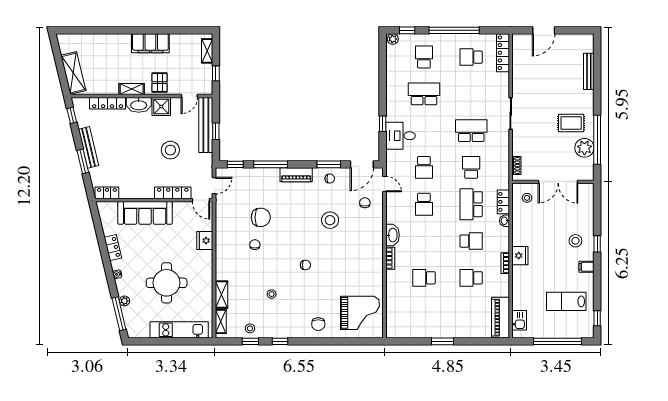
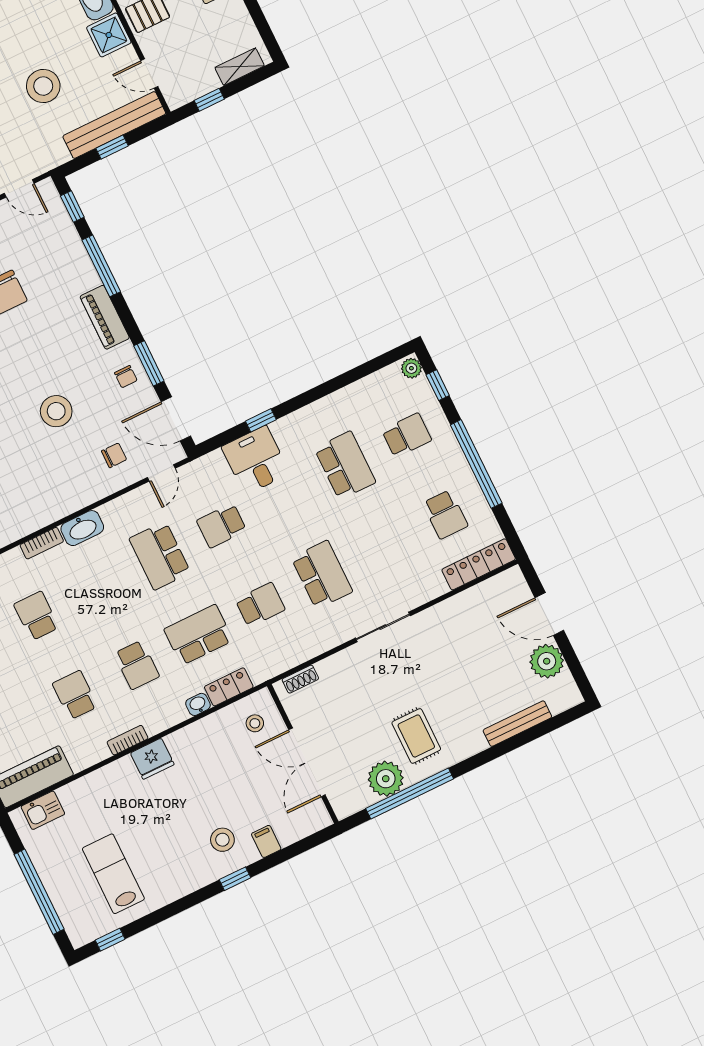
plant: (566, 43) -> (547, 661), added
school desk: (471, 57) -> (445, 514), turned 180
school desk: (424, 204) -> (160, 556), width x1.85
filing cabinet: (587, 267) -> (266, 841), moved

